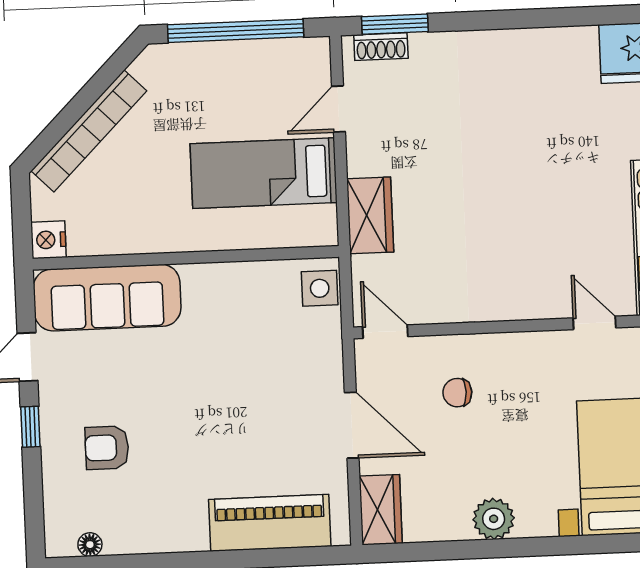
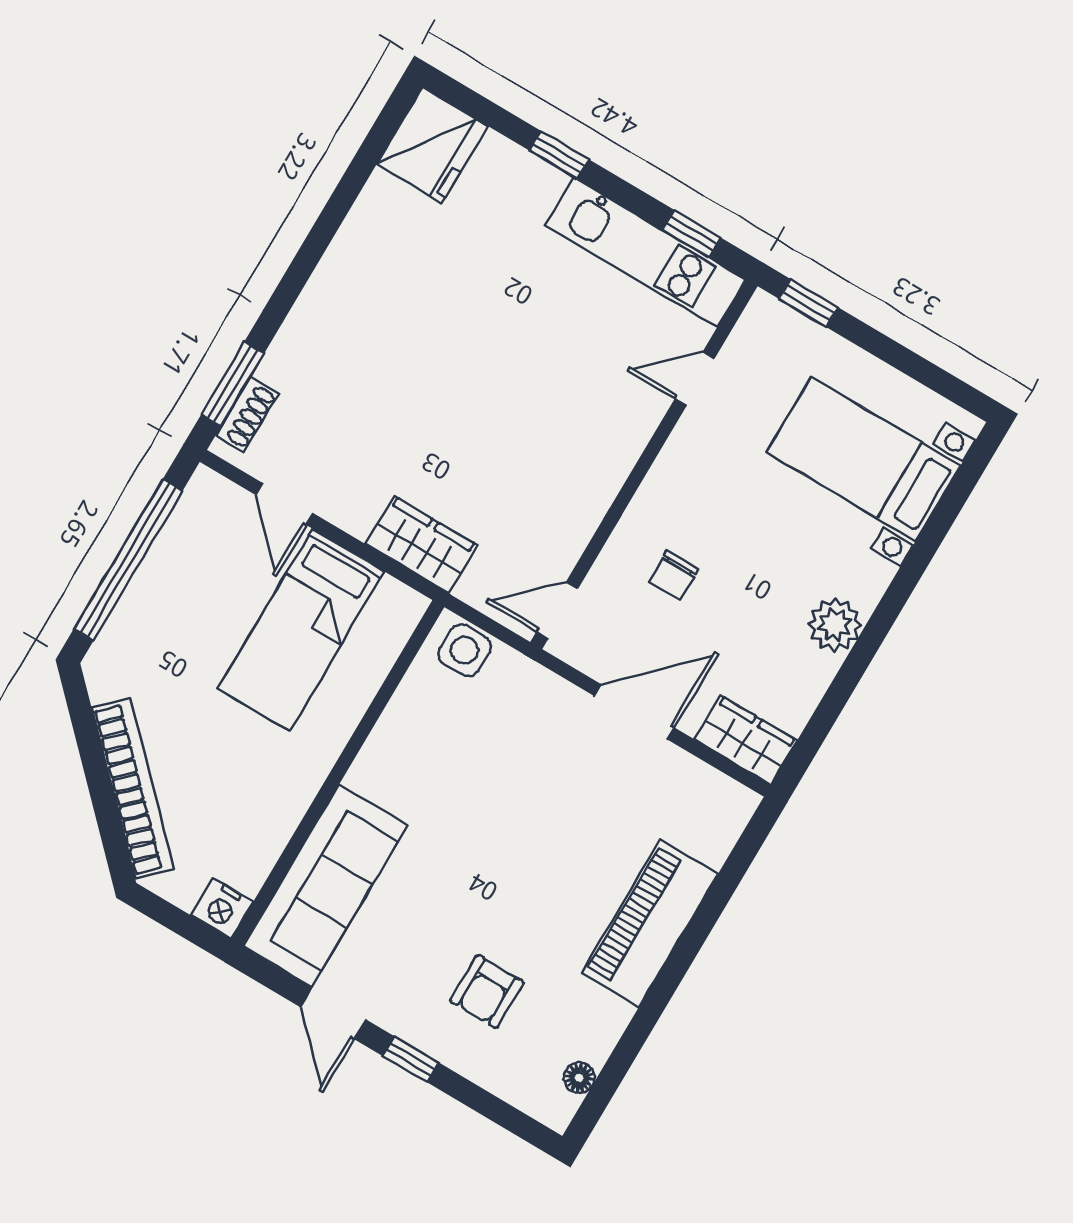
piano: (270, 523) -> (650, 923), moved

